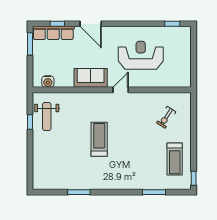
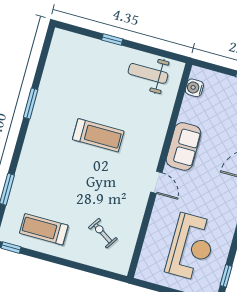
reception desk: (141, 55) -> (191, 247), moved
window: (30, 122) -> (112, 40), moved
window: (79, 192) -> (31, 103), moved

